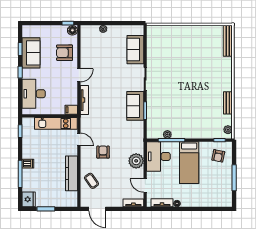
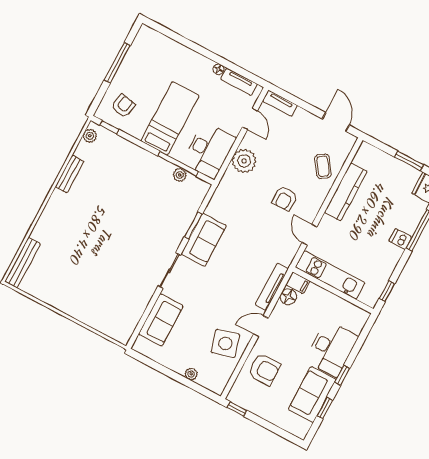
floor lamp: (72, 30) -> (288, 297), moved
side table: (93, 56) -> (225, 343), added
desk: (34, 94) -> (332, 349), moved

